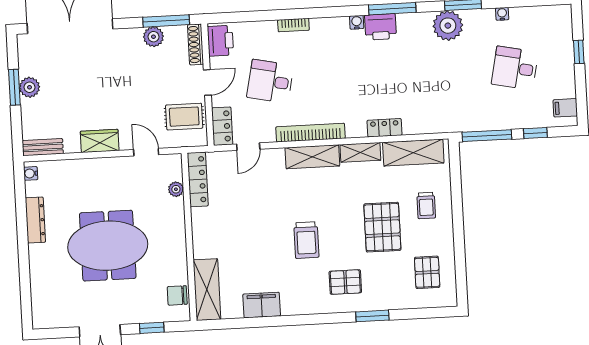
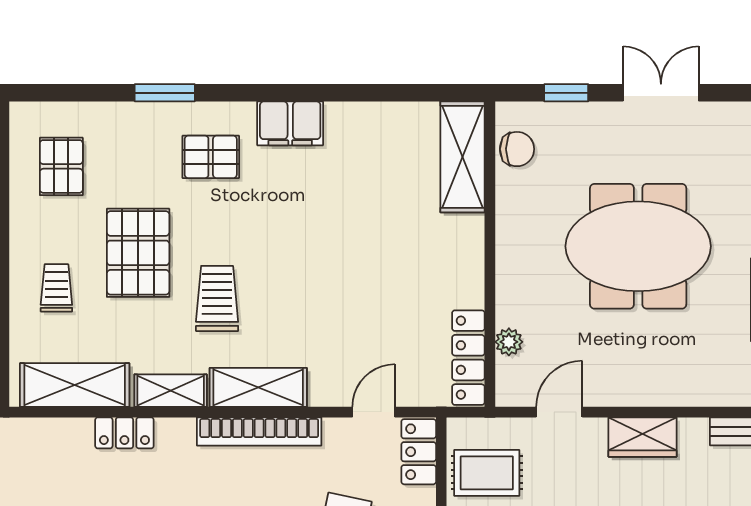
door: (146, 152) -> (559, 412), swing flipped
trolley: (306, 240) -> (217, 298), moved
filing cabinet: (262, 305) -> (290, 123), moved

